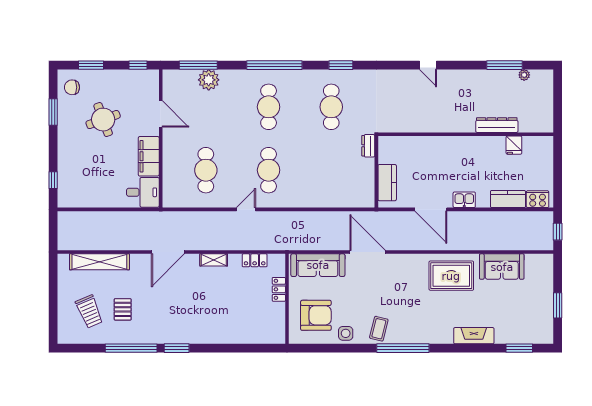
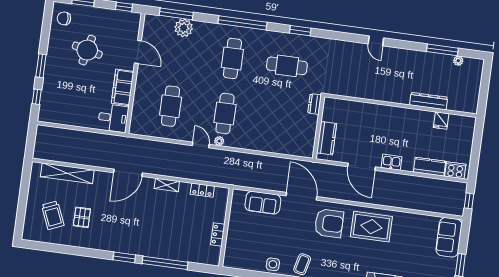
cafe table: (331, 107) -> (287, 66), turned 90
window: (53, 112) -> (41, 66), moved
round table: (103, 120) -> (87, 50), turned 33
plant: (266, 202) -> (219, 141), added
door: (246, 209) -> (201, 145), hinge flipped
sofa: (318, 265) -> (263, 203), width x0.73
sofa: (502, 267) -> (449, 237), moved, turned 90
locker: (279, 289) -> (218, 235), moved
armchair: (316, 315) -> (329, 223), moved
window: (131, 348) -> (165, 263), moved

